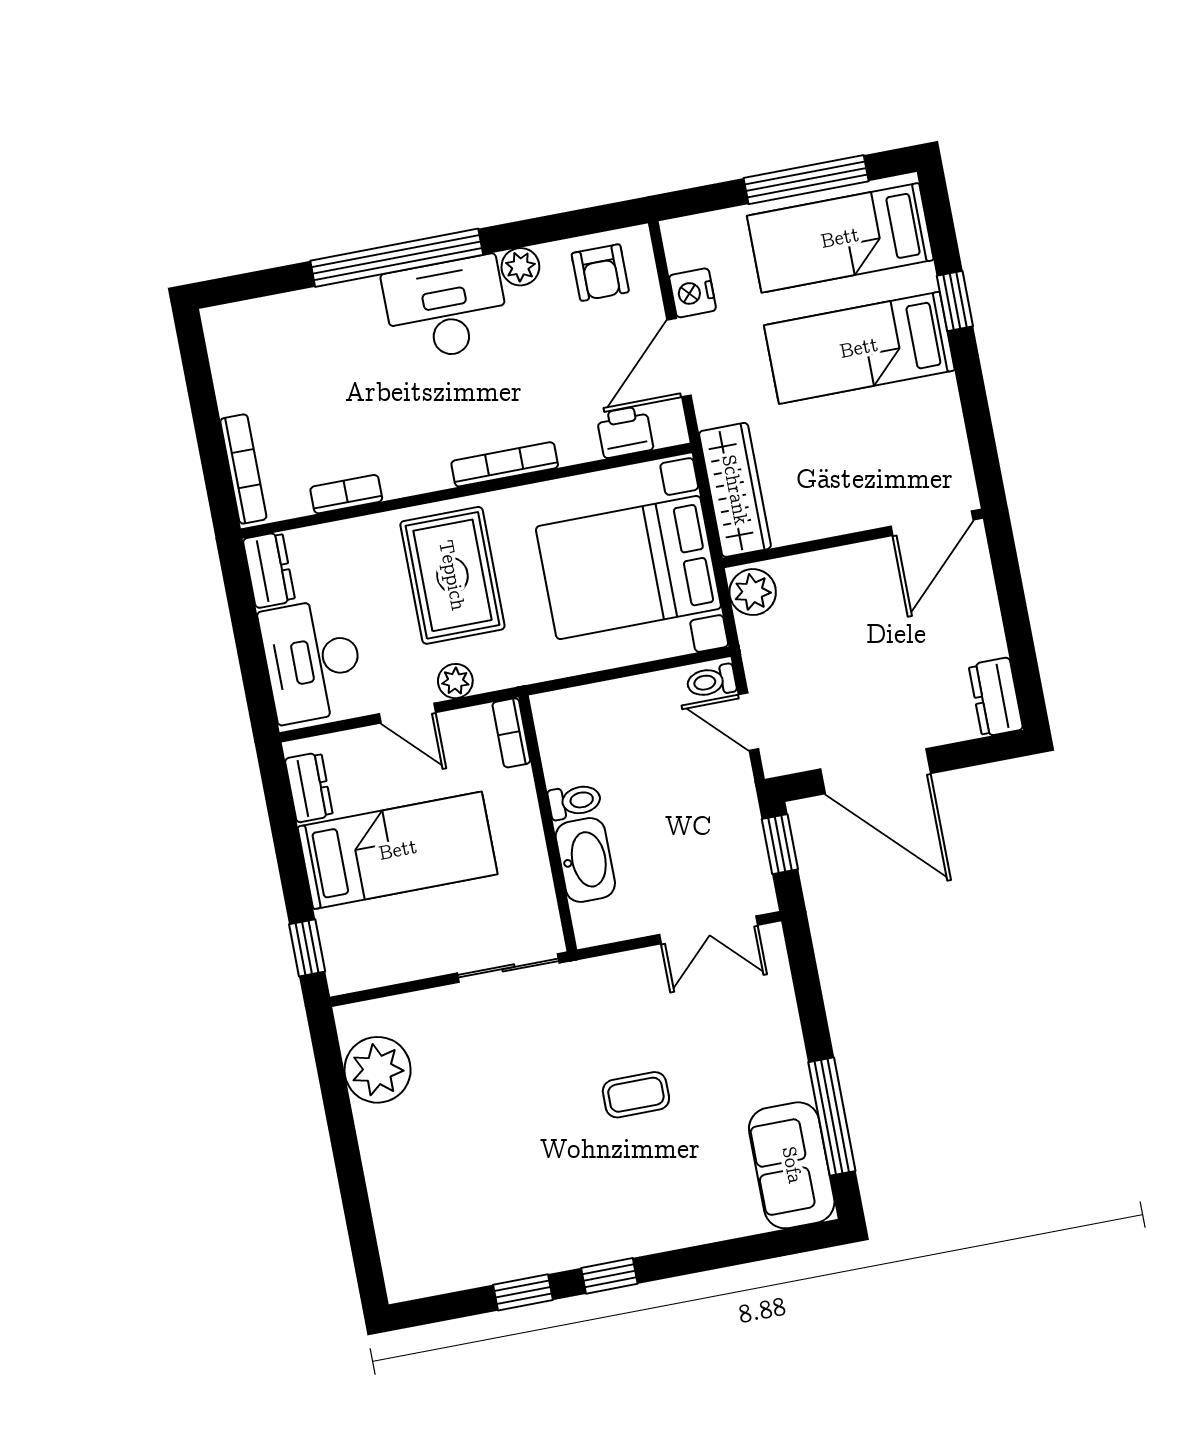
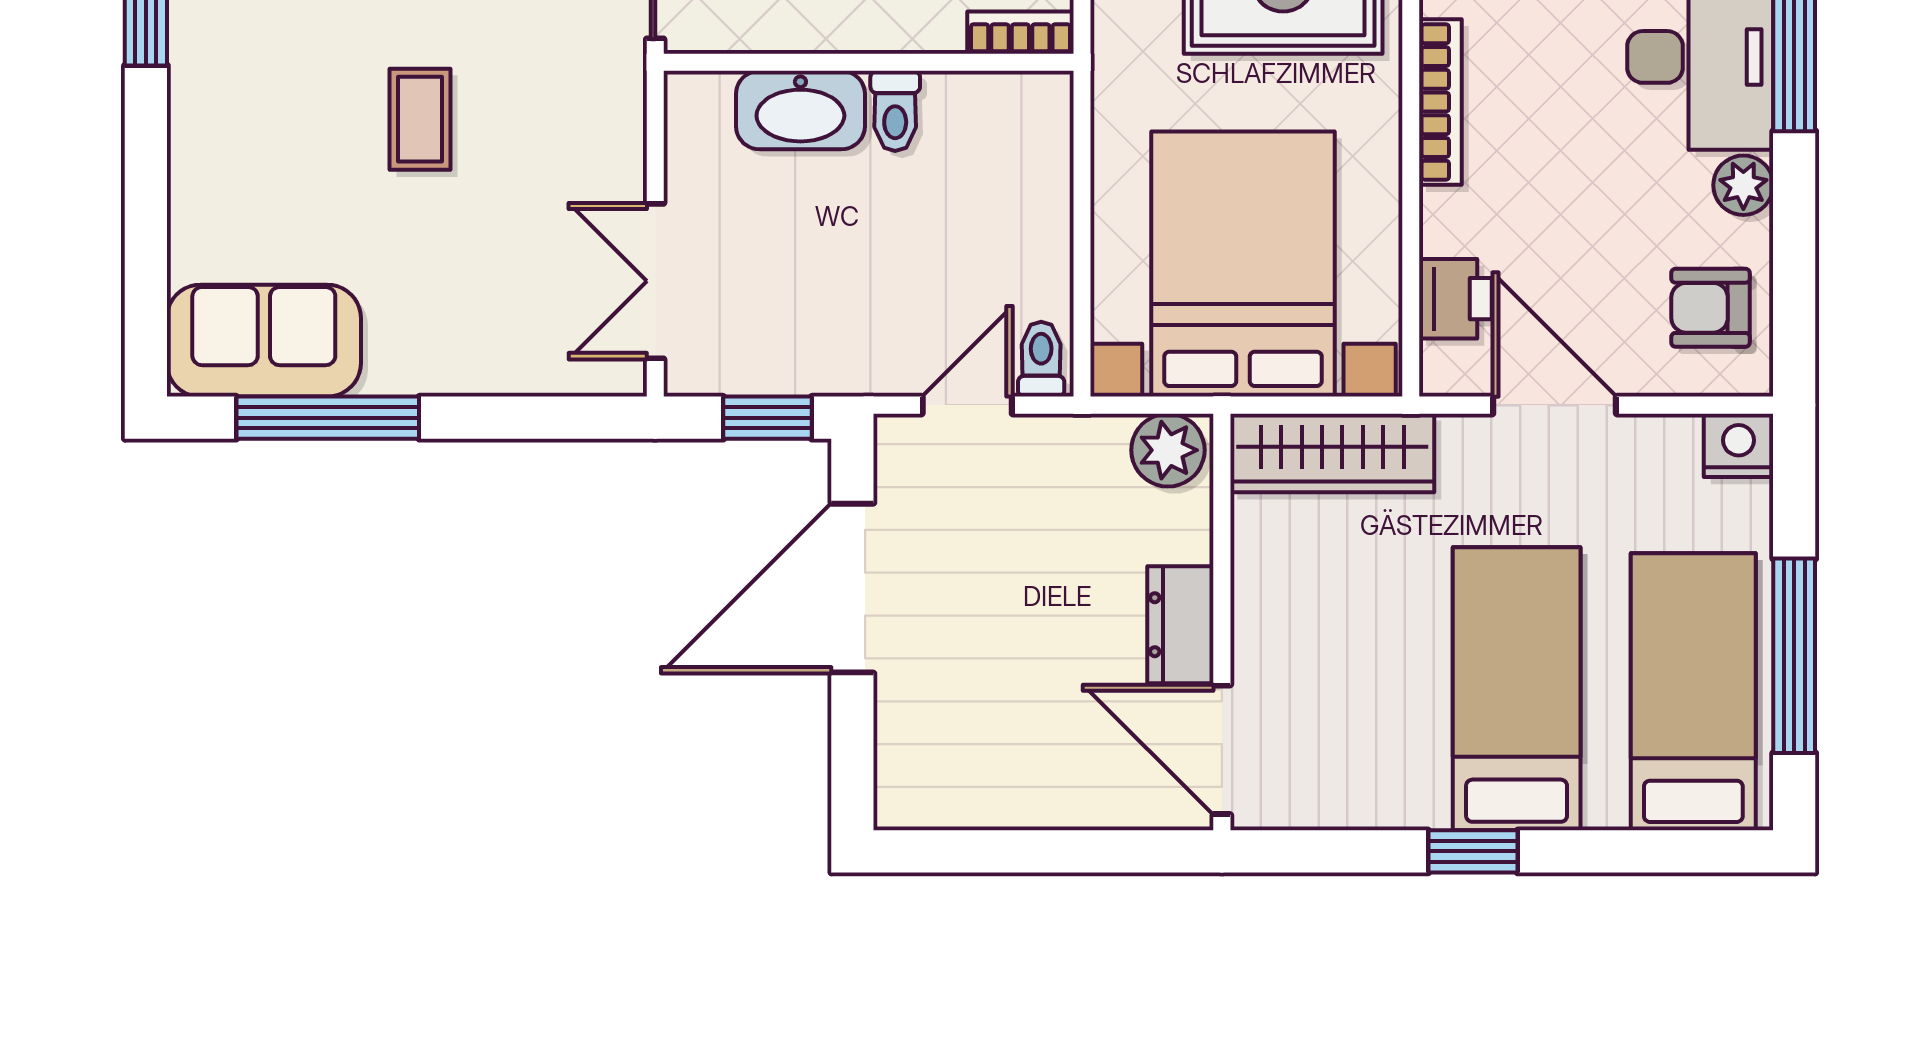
nightstand: (693, 293) -> (1739, 445), moved
window: (955, 301) -> (1473, 851), moved
dresser: (996, 697) -> (1180, 625), moved, turned -90

